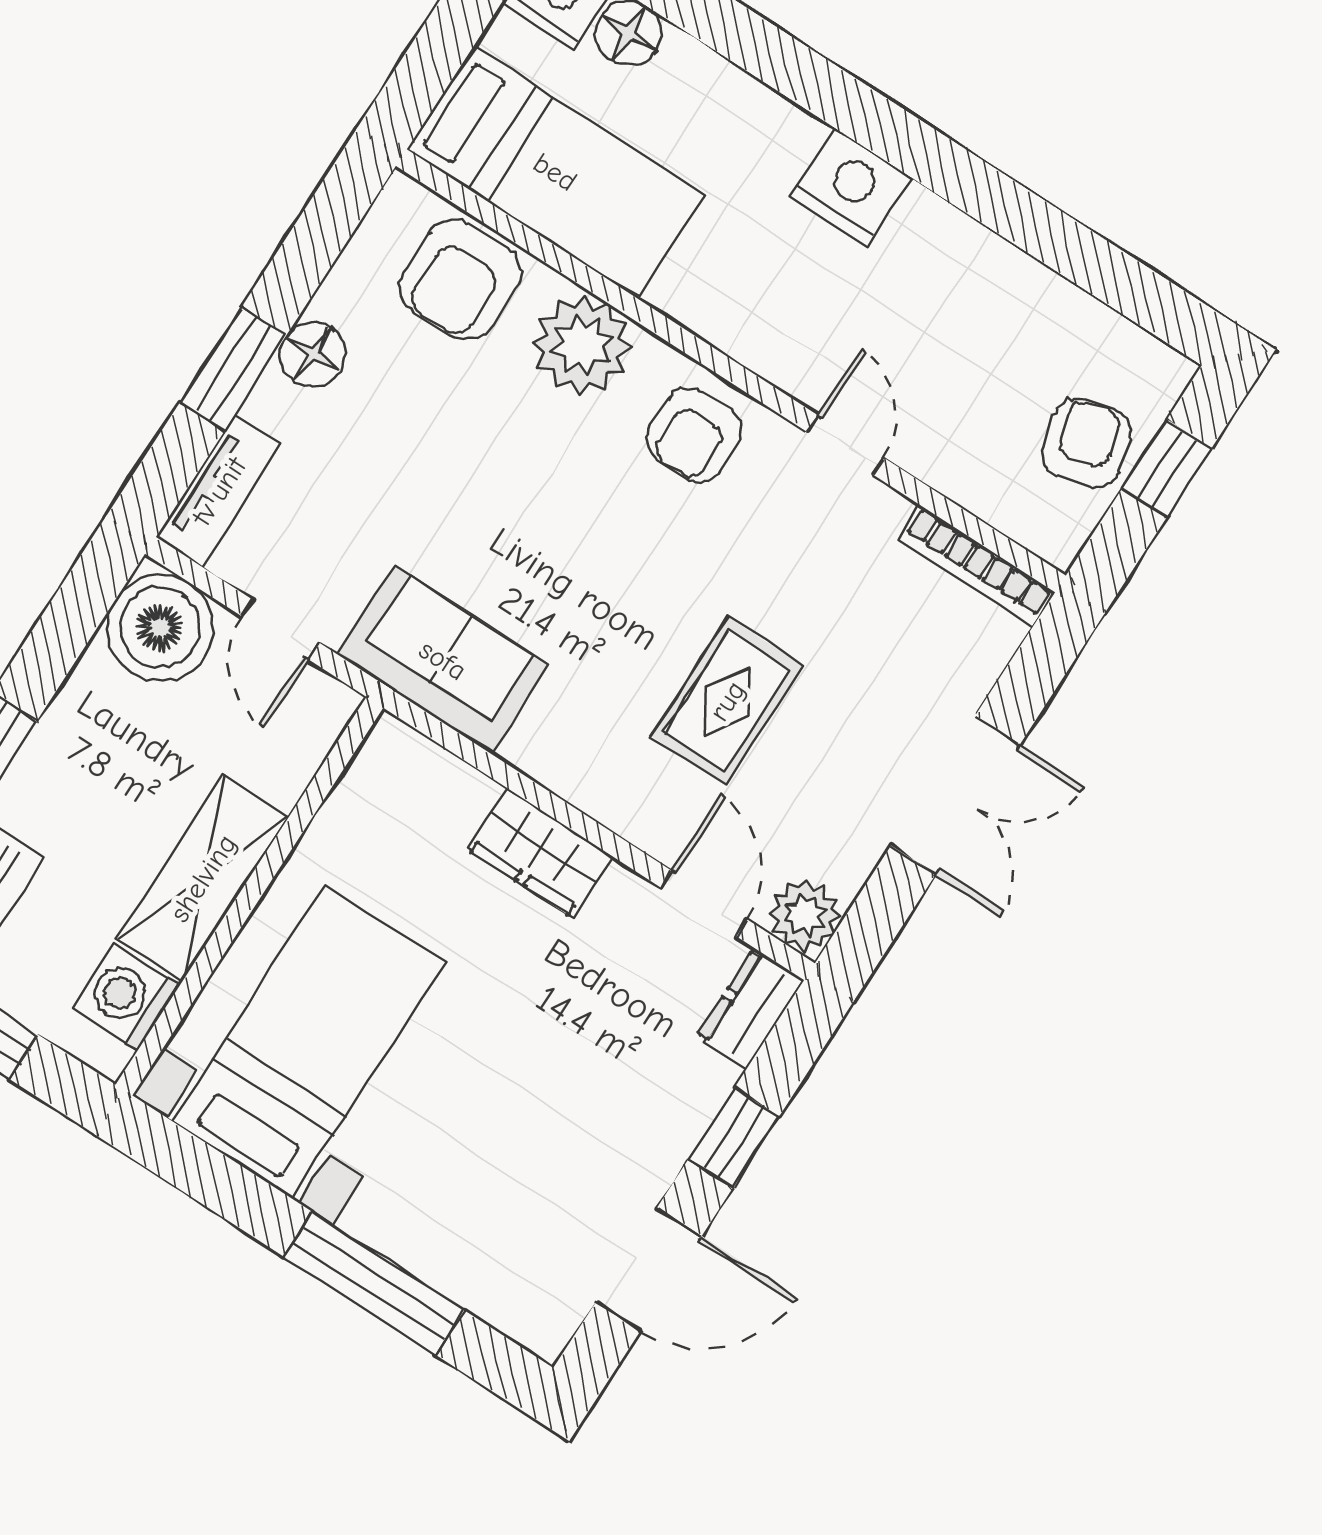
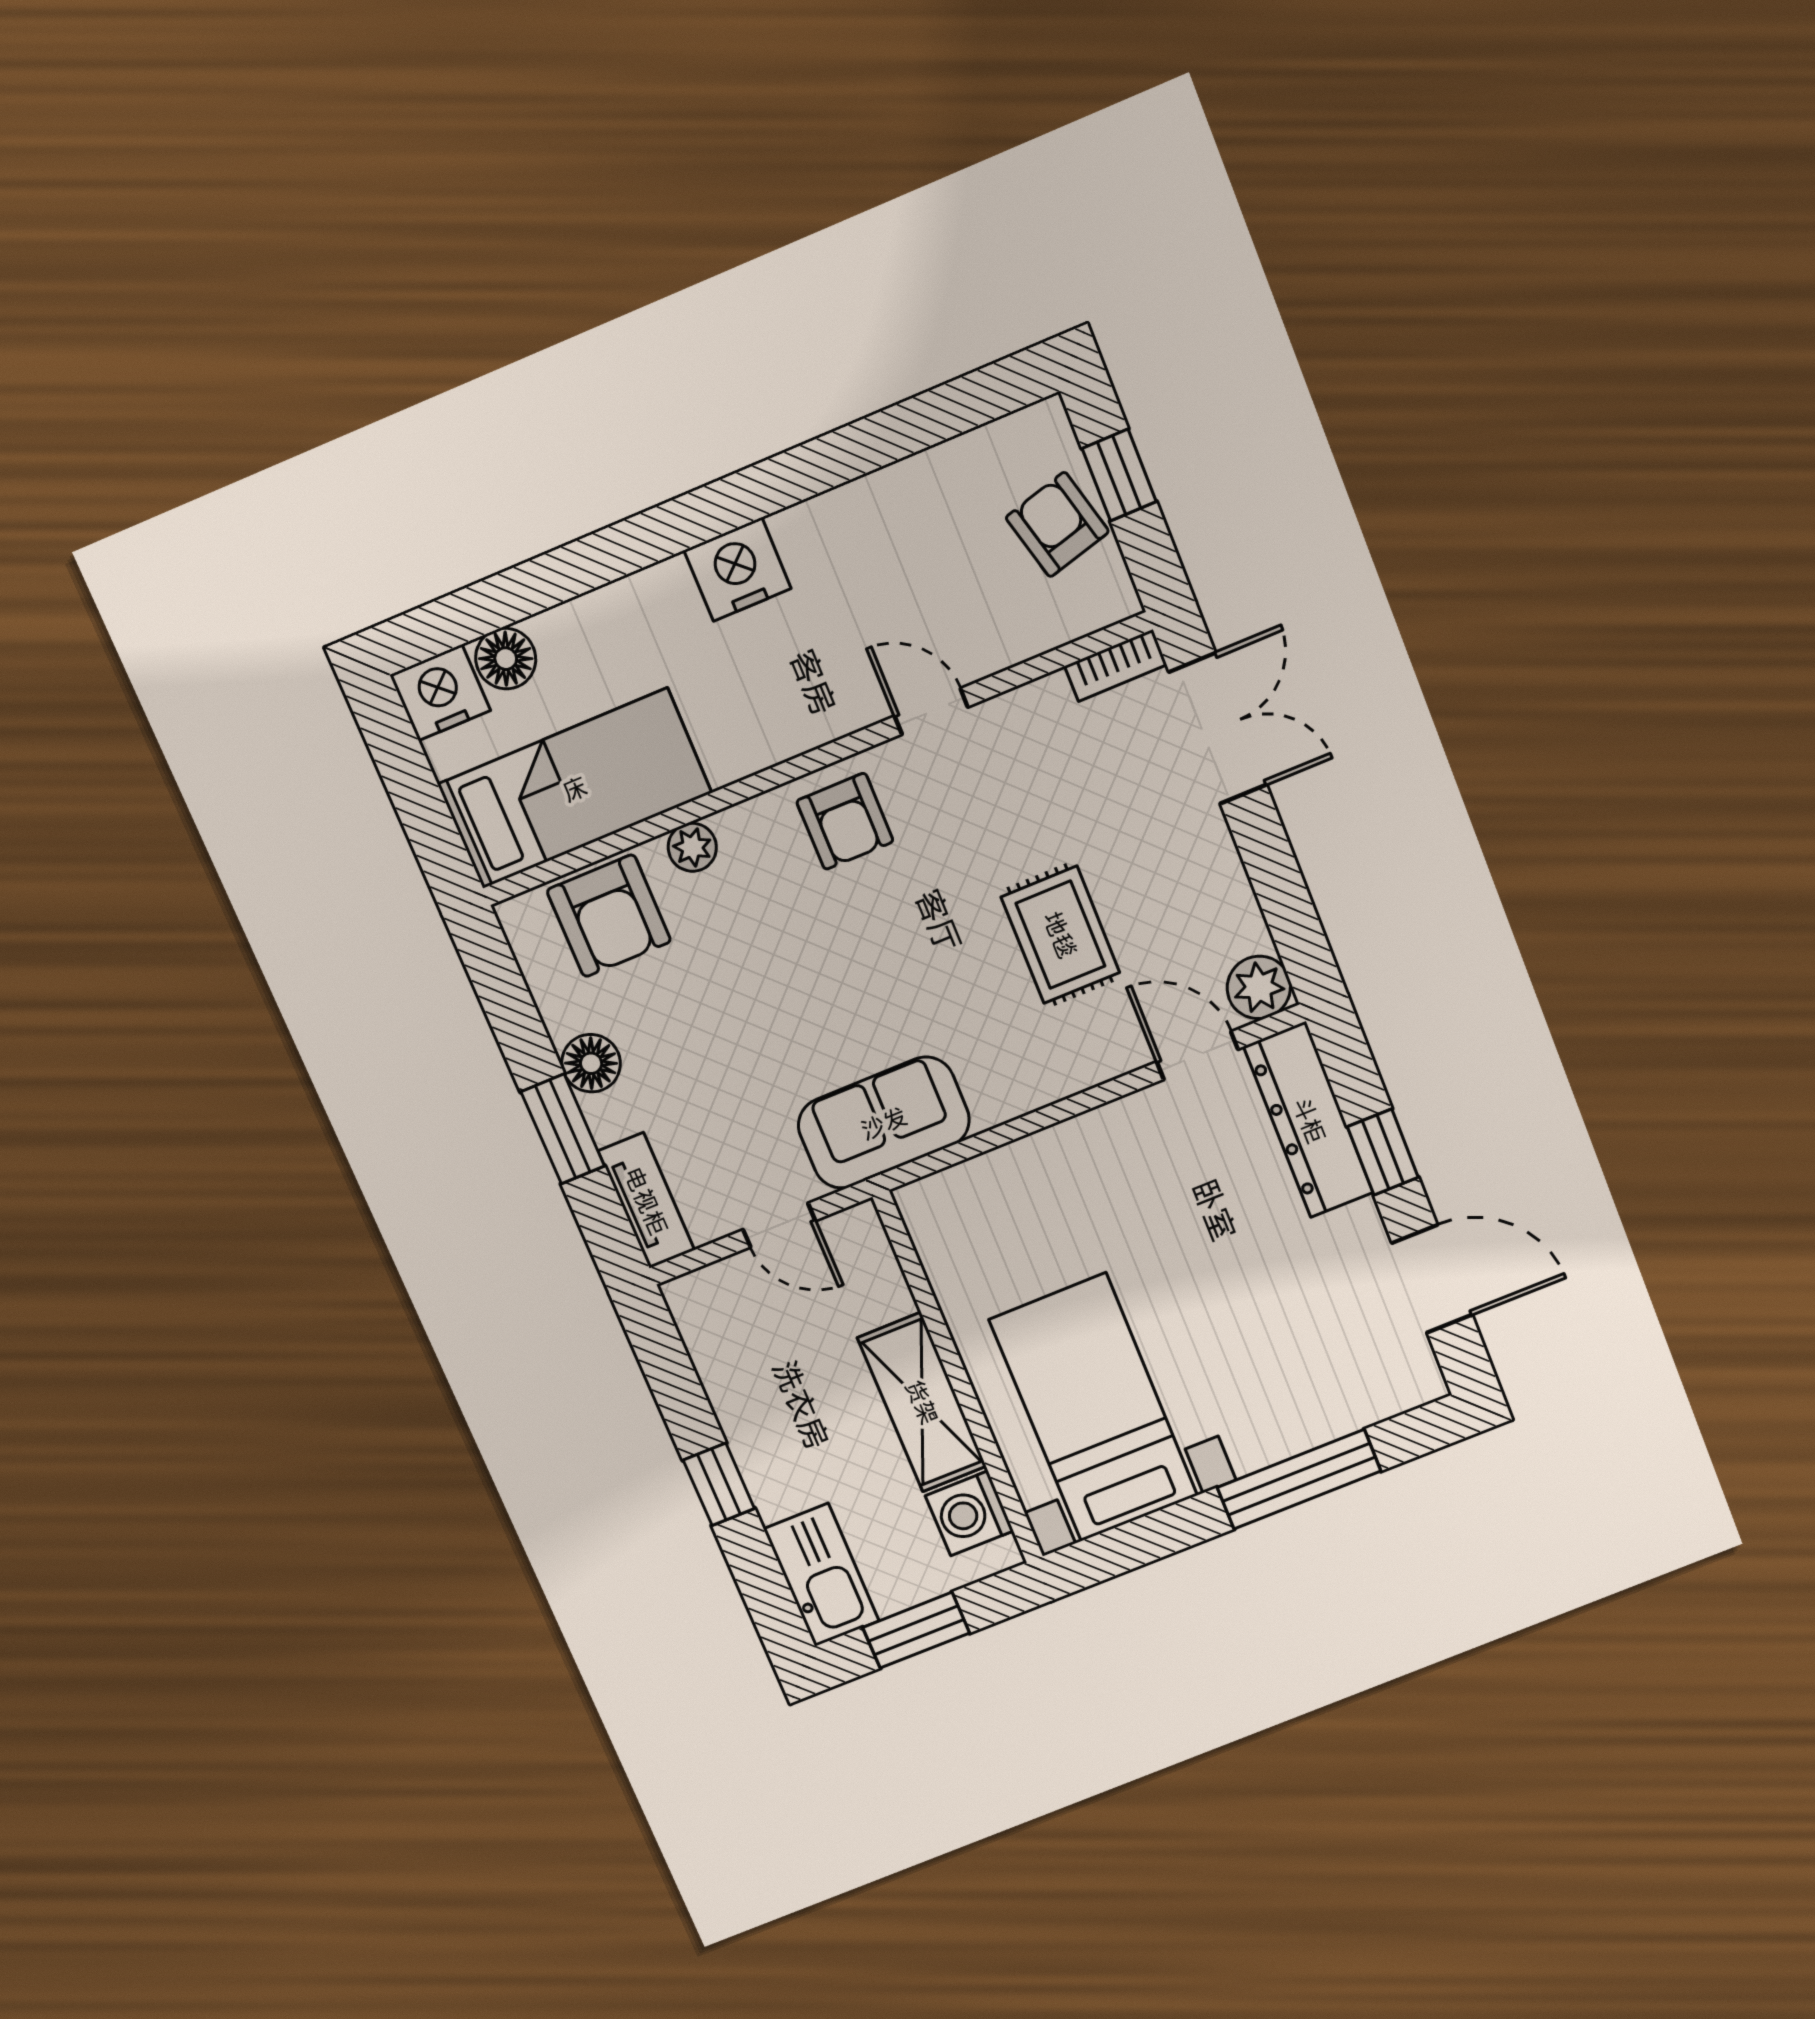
plant: (582, 345) -> (692, 847), width x0.53, depth x0.53
bookcase: (976, 566) -> (1116, 665), width x0.64
boiler: (160, 627) -> (718, 1310), removed
double door: (955, 795) -> (1218, 728), moved
wardrobe: (539, 852) -> (1074, 1150), removed
dresser: (750, 1009) -> (1309, 1120), width x1.96, depth x1.24
door: (649, 1269) -> (1432, 1279), hinge flipped

